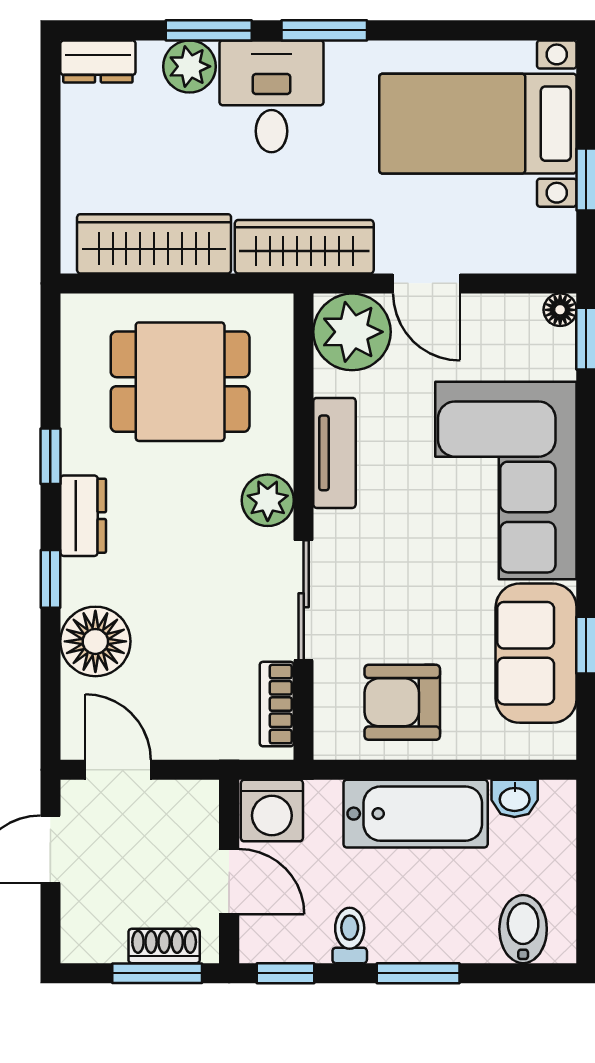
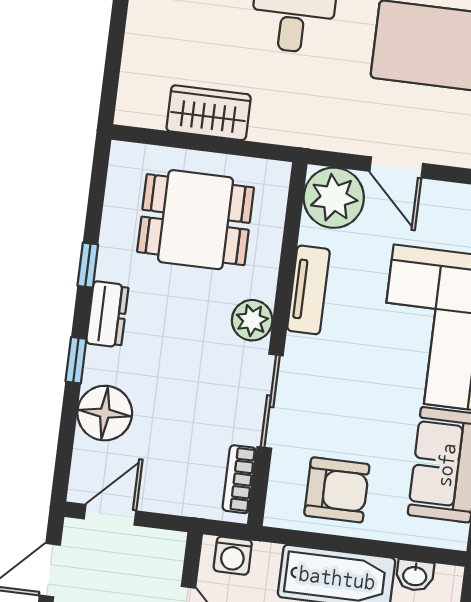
wardrobe: (154, 244) -> (209, 113), width x0.67
wardrobe: (304, 247) -> (305, 127), removed
armchair: (402, 702) -> (337, 490), turned 180
door: (118, 770) -> (110, 515), hinge flipped
washing machine: (272, 811) -> (233, 556), width x0.73, depth x0.73

